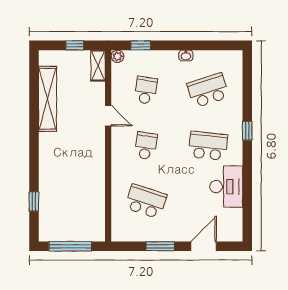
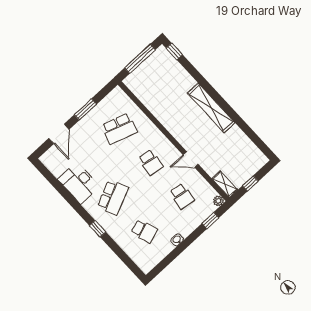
school desk: (208, 90) -> (144, 231), width x0.54
shelving: (47, 99) -> (211, 108), moved
school desk: (208, 146) -> (113, 197), turned -30
window: (34, 201) -> (174, 51), moved

